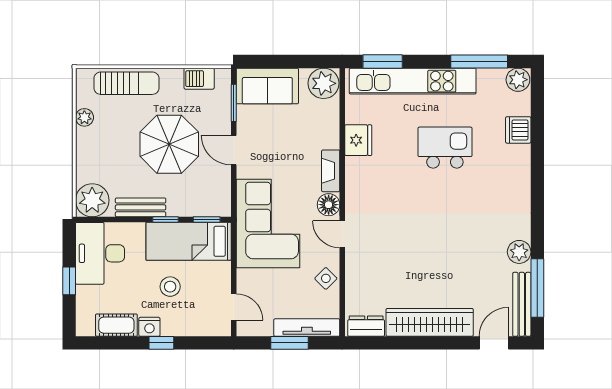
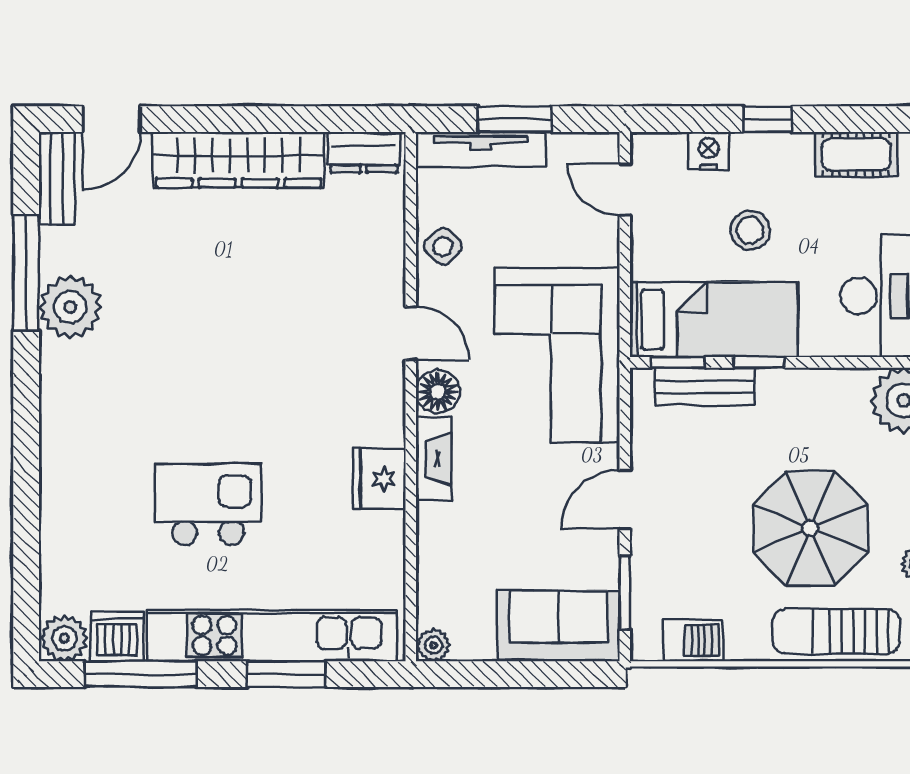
window: (383, 61) -> (286, 674), moved
plant: (324, 83) -> (433, 645), width x0.53, depth x0.53
dishwasher: (518, 130) -> (117, 637), moved, turned -90
fridge: (358, 140) -> (379, 479), moved
parasol: (169, 144) -> (810, 528), moved
kitchen island: (445, 148) -> (208, 504), turned 180
door: (234, 150) -> (625, 499), swing flipped
bench: (141, 207) -> (705, 386), moved
plant: (519, 252) -> (70, 307), width x1.36, depth x1.36
window: (537, 288) -> (26, 273), moved
bench: (522, 304) -> (57, 178), width x0.73
nightstand: (149, 327) -> (709, 151), moved

